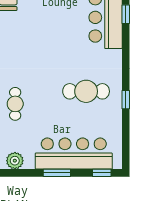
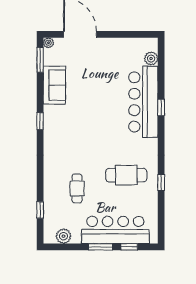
cafe table: (15, 104) -> (77, 188), moved
window: (102, 173) -> (129, 247), moved

